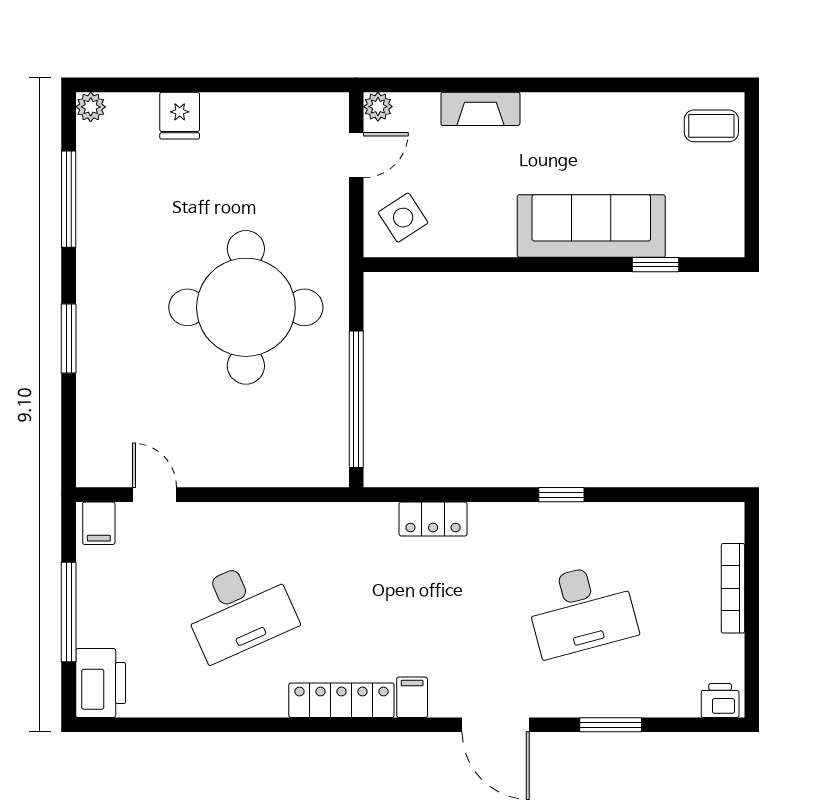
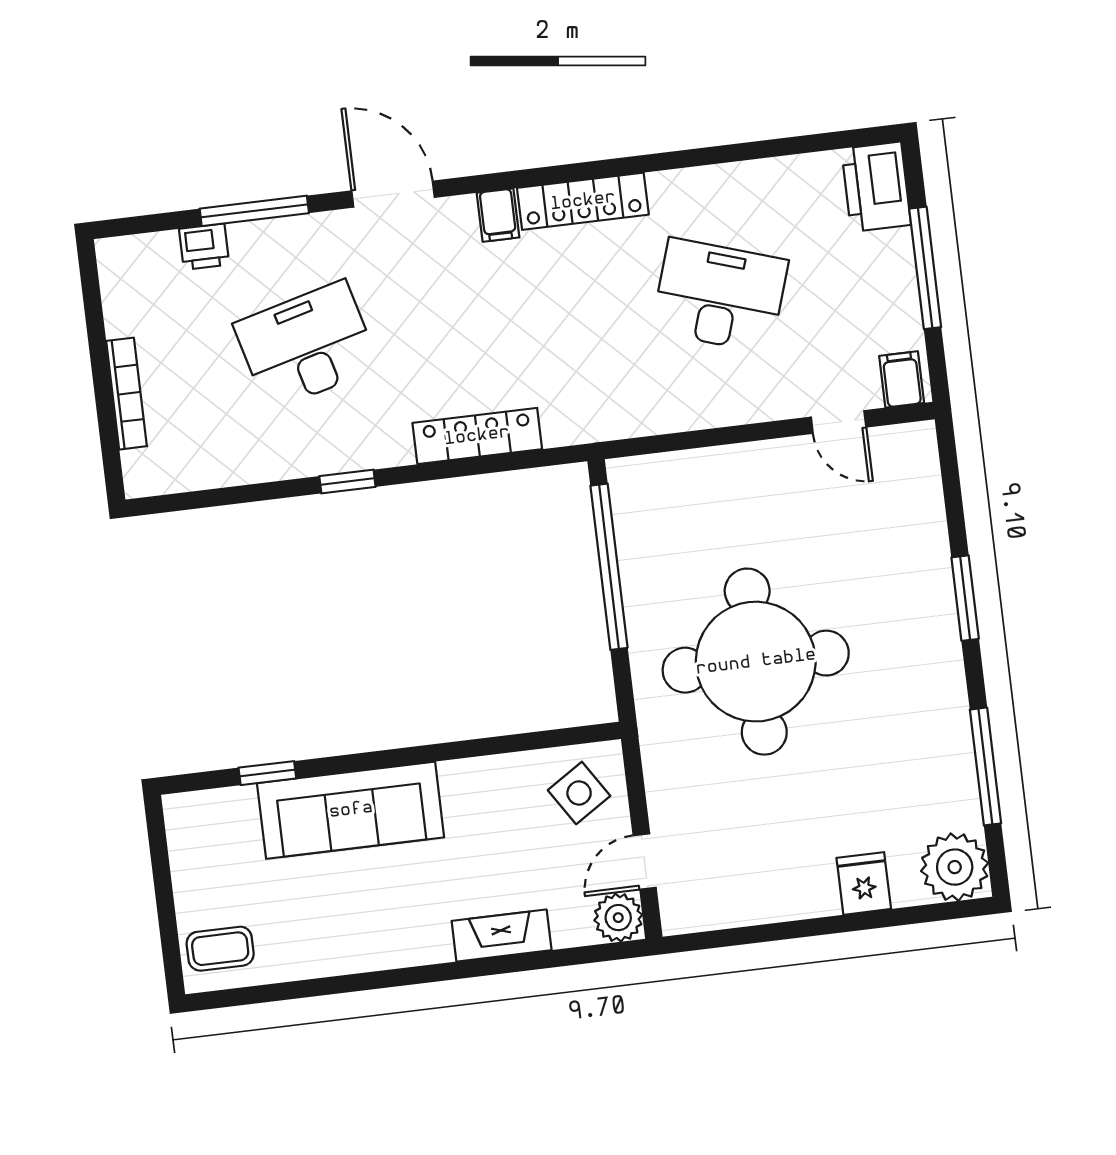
plant: (91, 107) -> (955, 867), width x1.87, depth x1.87
plant: (378, 107) -> (618, 918), width x1.38, depth x1.38
locker: (433, 519) -> (477, 436), width x1.53
desk: (239, 610) -> (720, 296), turned 42
printer: (720, 700) -> (204, 247), moved
window: (611, 725) -> (254, 211), width x1.44

